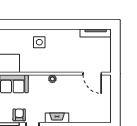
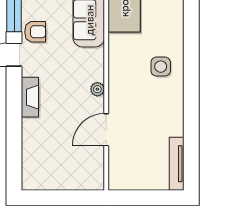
door: (92, 74) -> (106, 130), moved

